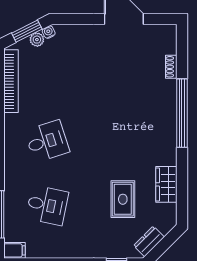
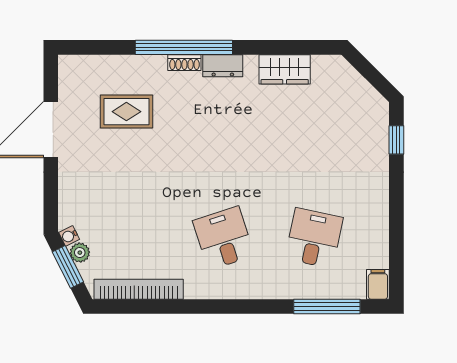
shoe rack: (171, 67) -> (184, 63), moved
rug: (123, 199) -> (126, 112), moved
dresser: (149, 241) -> (223, 66), moved, turned -45

